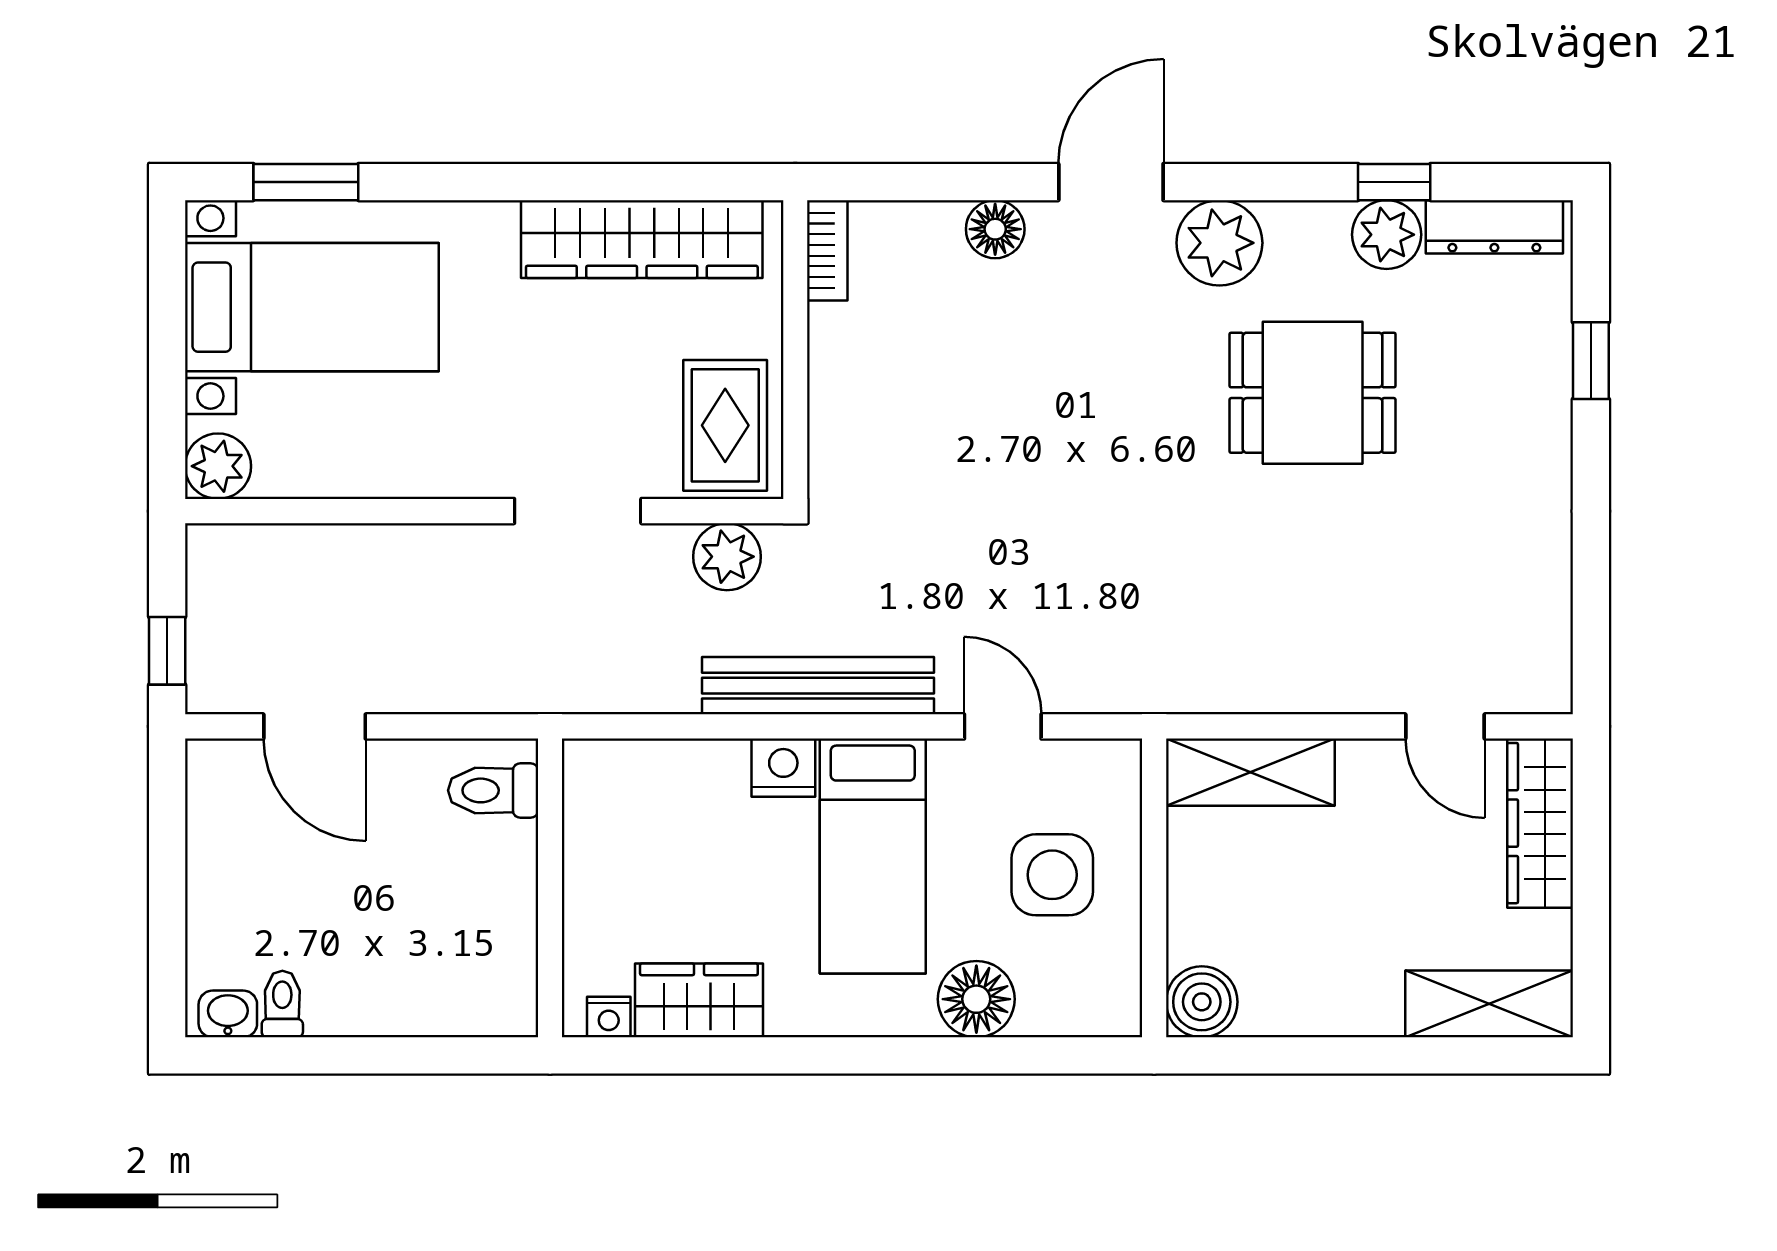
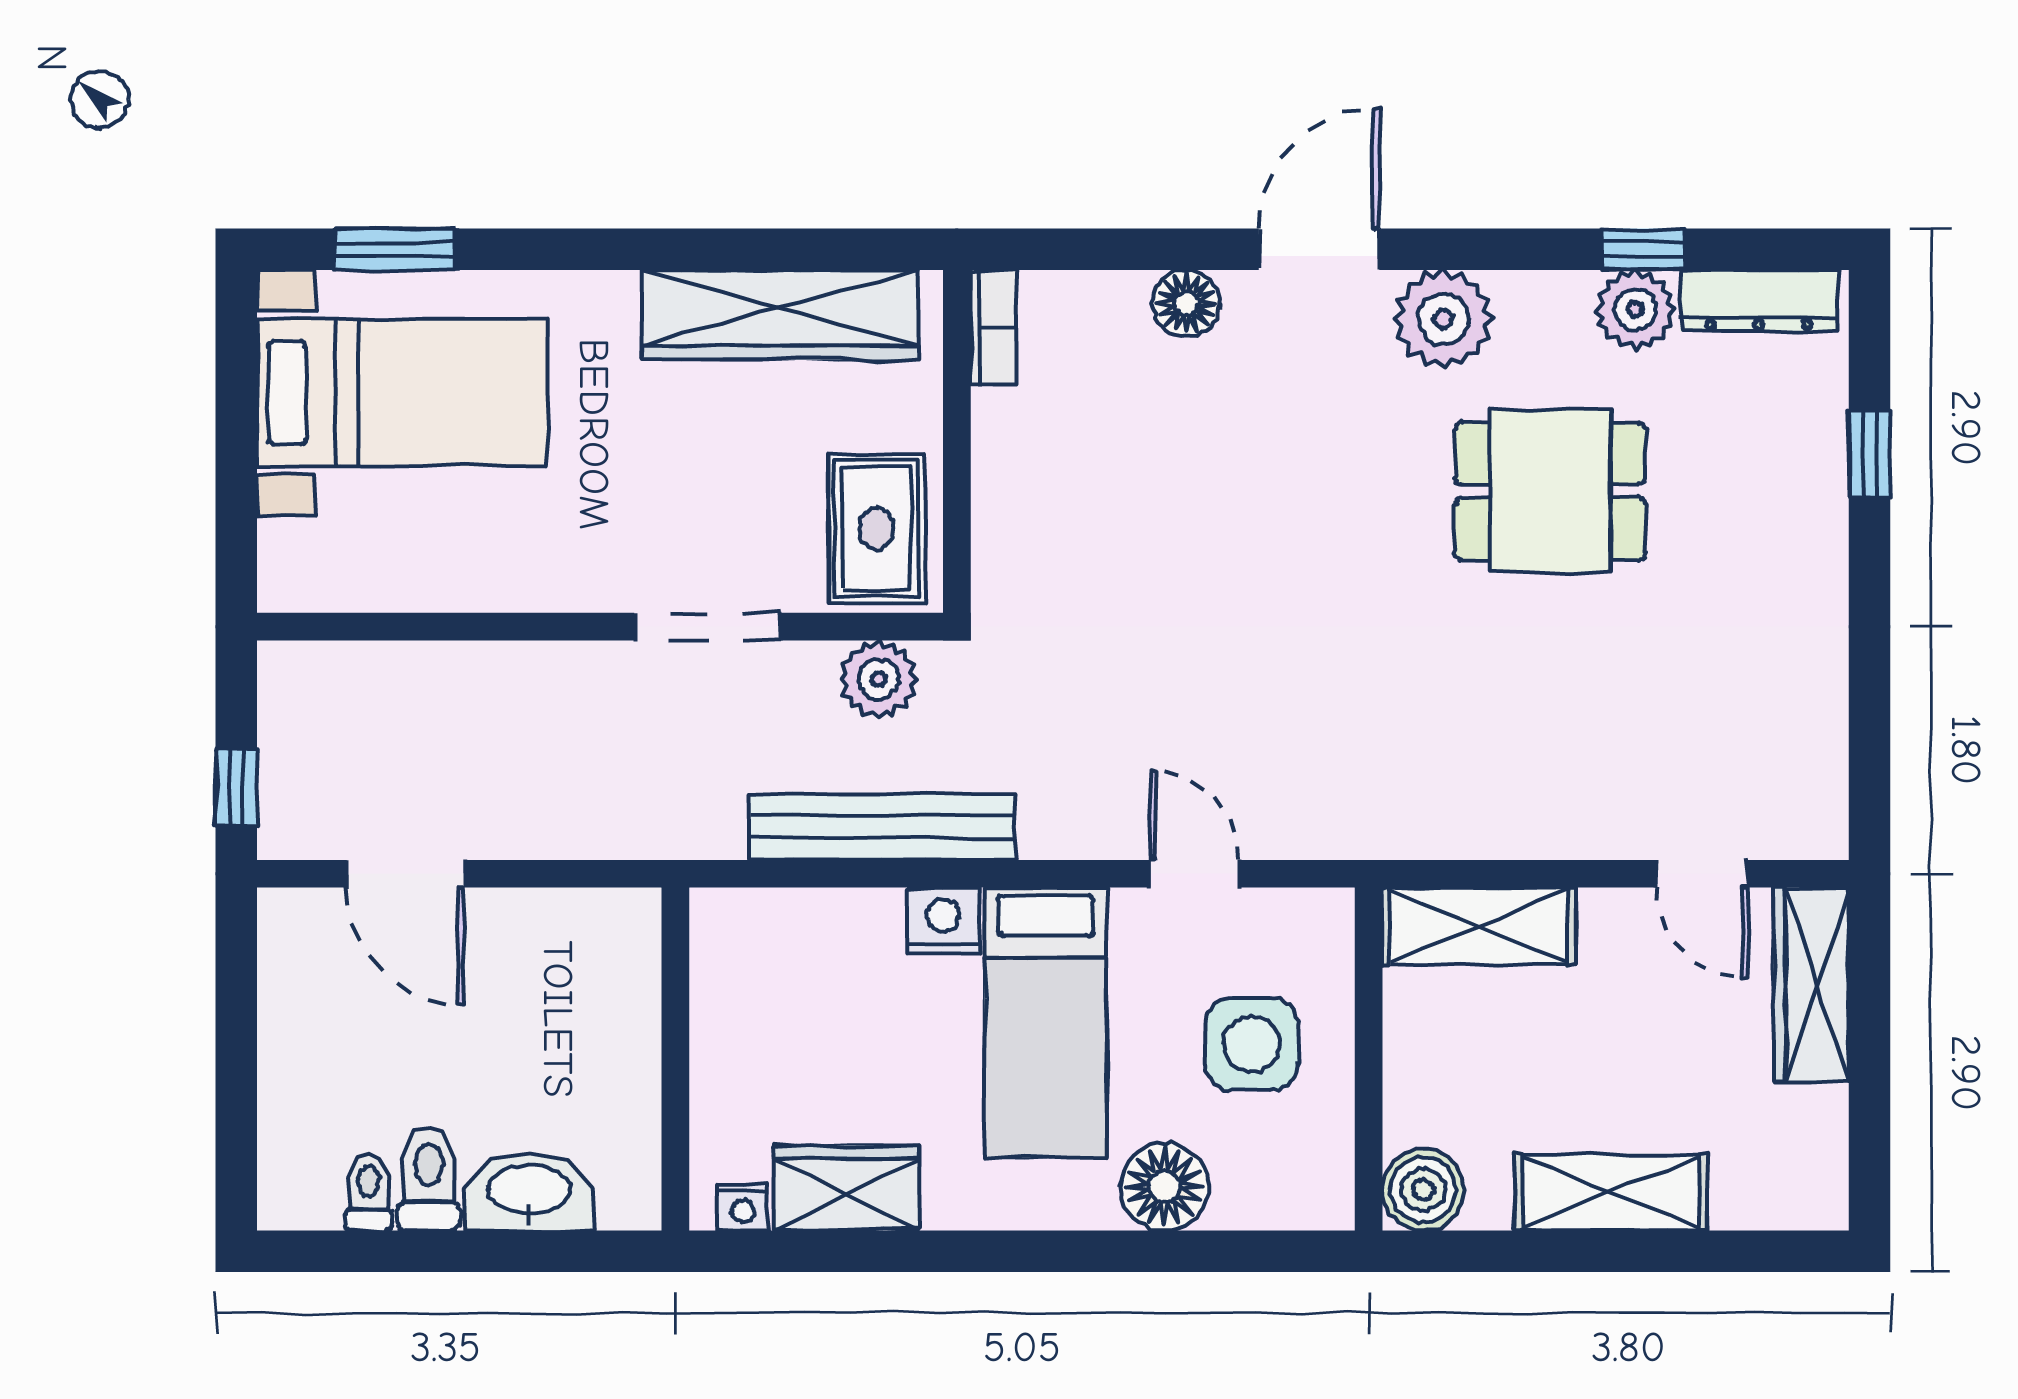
plant: (218, 466) -> (295, 575), removed
bench: (818, 686) -> (882, 827), moved
toilet: (493, 790) -> (429, 1179), moved, turned 90
shelving: (1489, 1004) -> (1610, 1192), moved
washbasin: (228, 1014) -> (529, 1192), moved, width x1.91, depth x1.45

